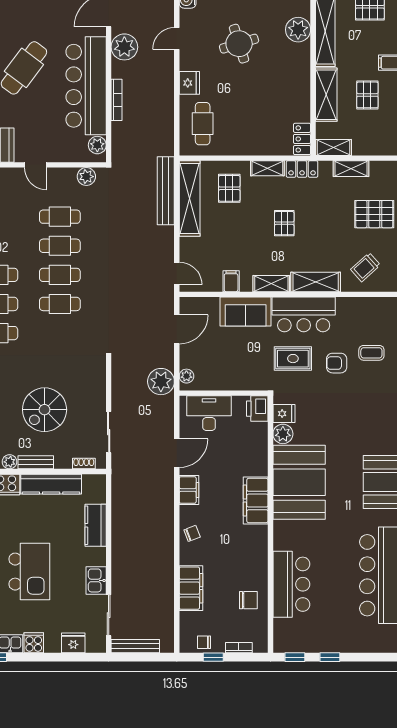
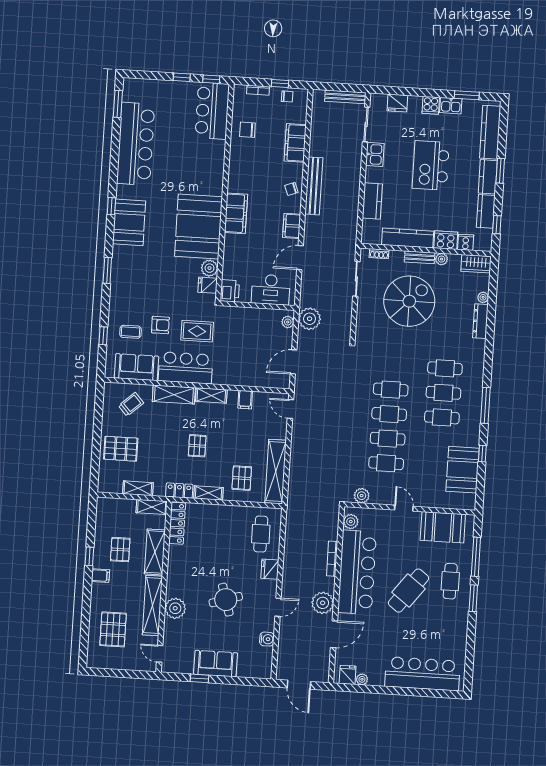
locker: (302, 139) -> (177, 523), width x1.53
bench: (166, 191) -> (314, 186), moved
sofa: (246, 312) -> (136, 367), moved
spiral stairs: (45, 410) -> (409, 301), width x1.37, depth x1.37
bar counter: (291, 584) -> (212, 111), moved

